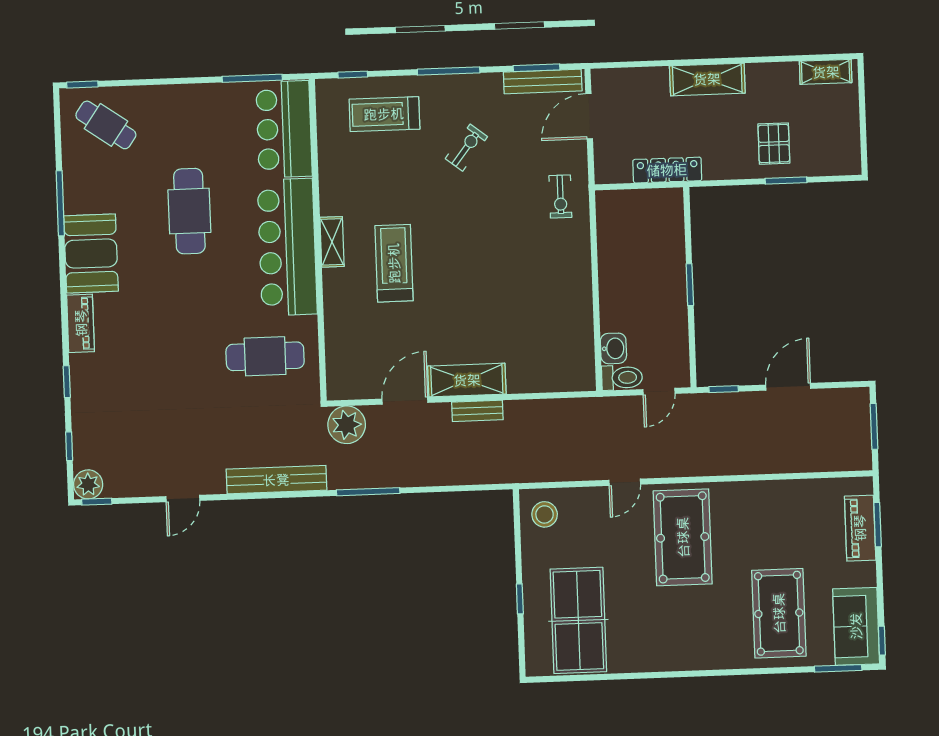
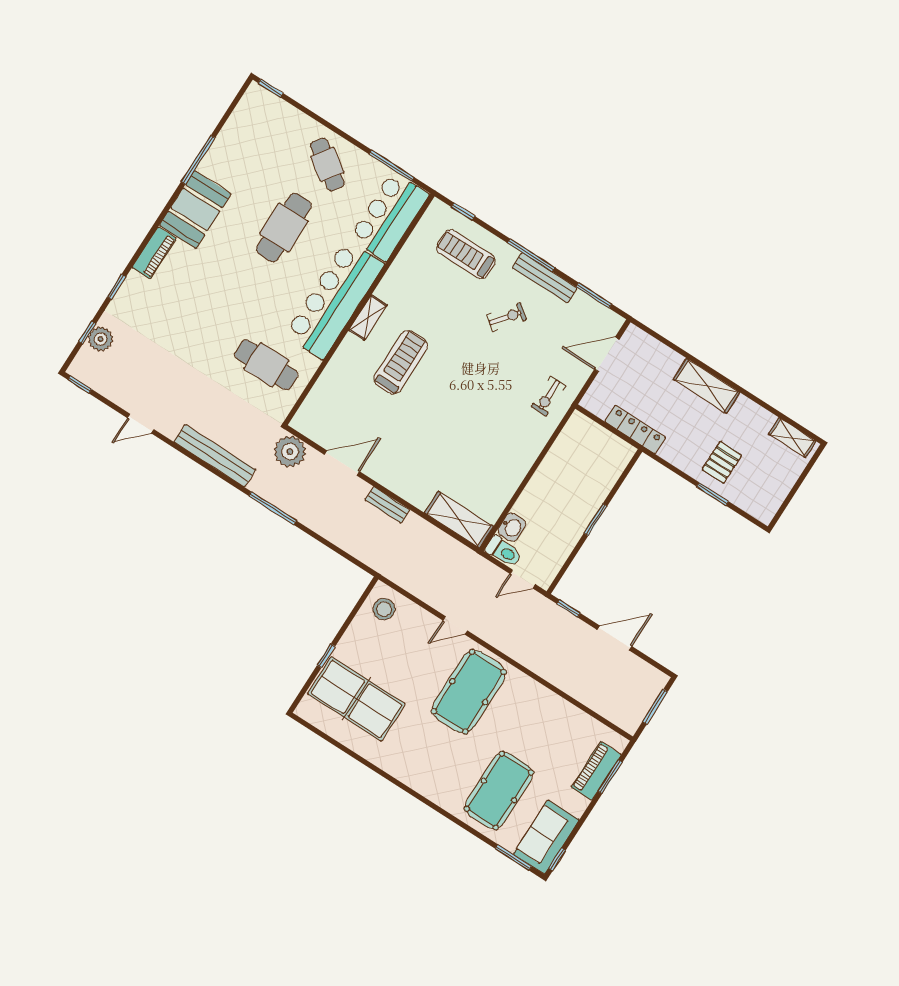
bench: (543, 81) -> (545, 278), moved
cafe table: (106, 125) -> (327, 164), moved
shelving: (467, 380) -> (459, 520), moved
plant: (88, 484) -> (101, 339), moved
table tennis table: (578, 620) -> (356, 699), turned 90

